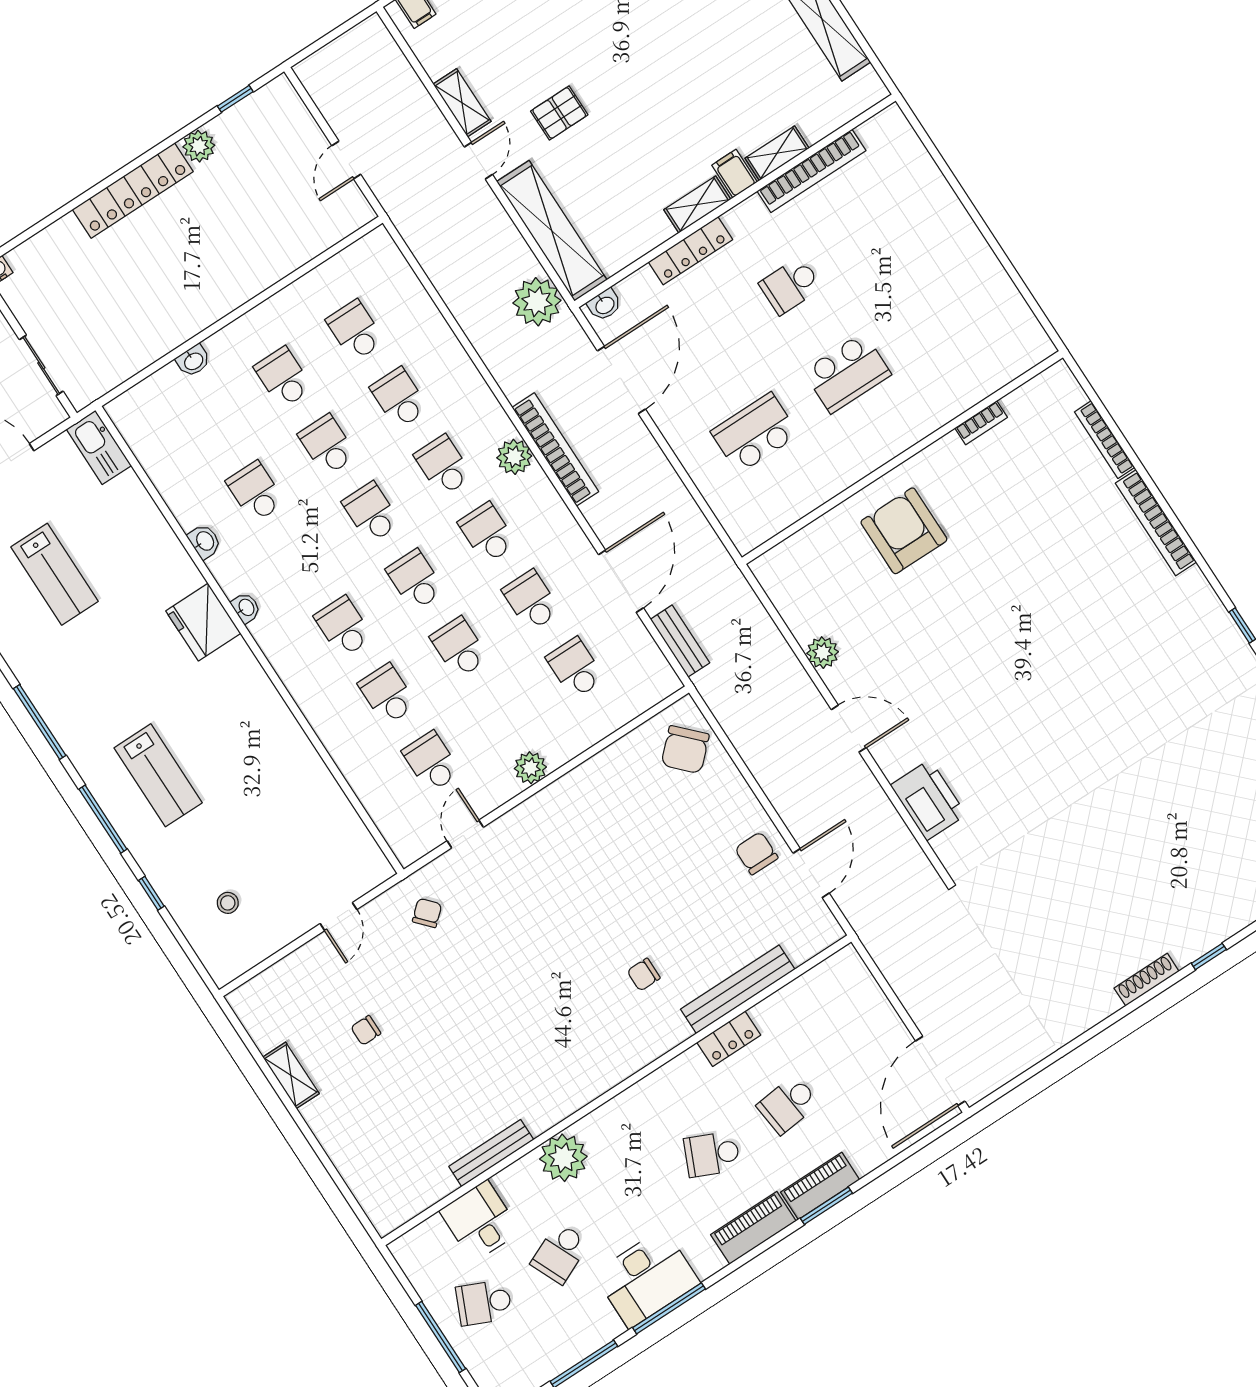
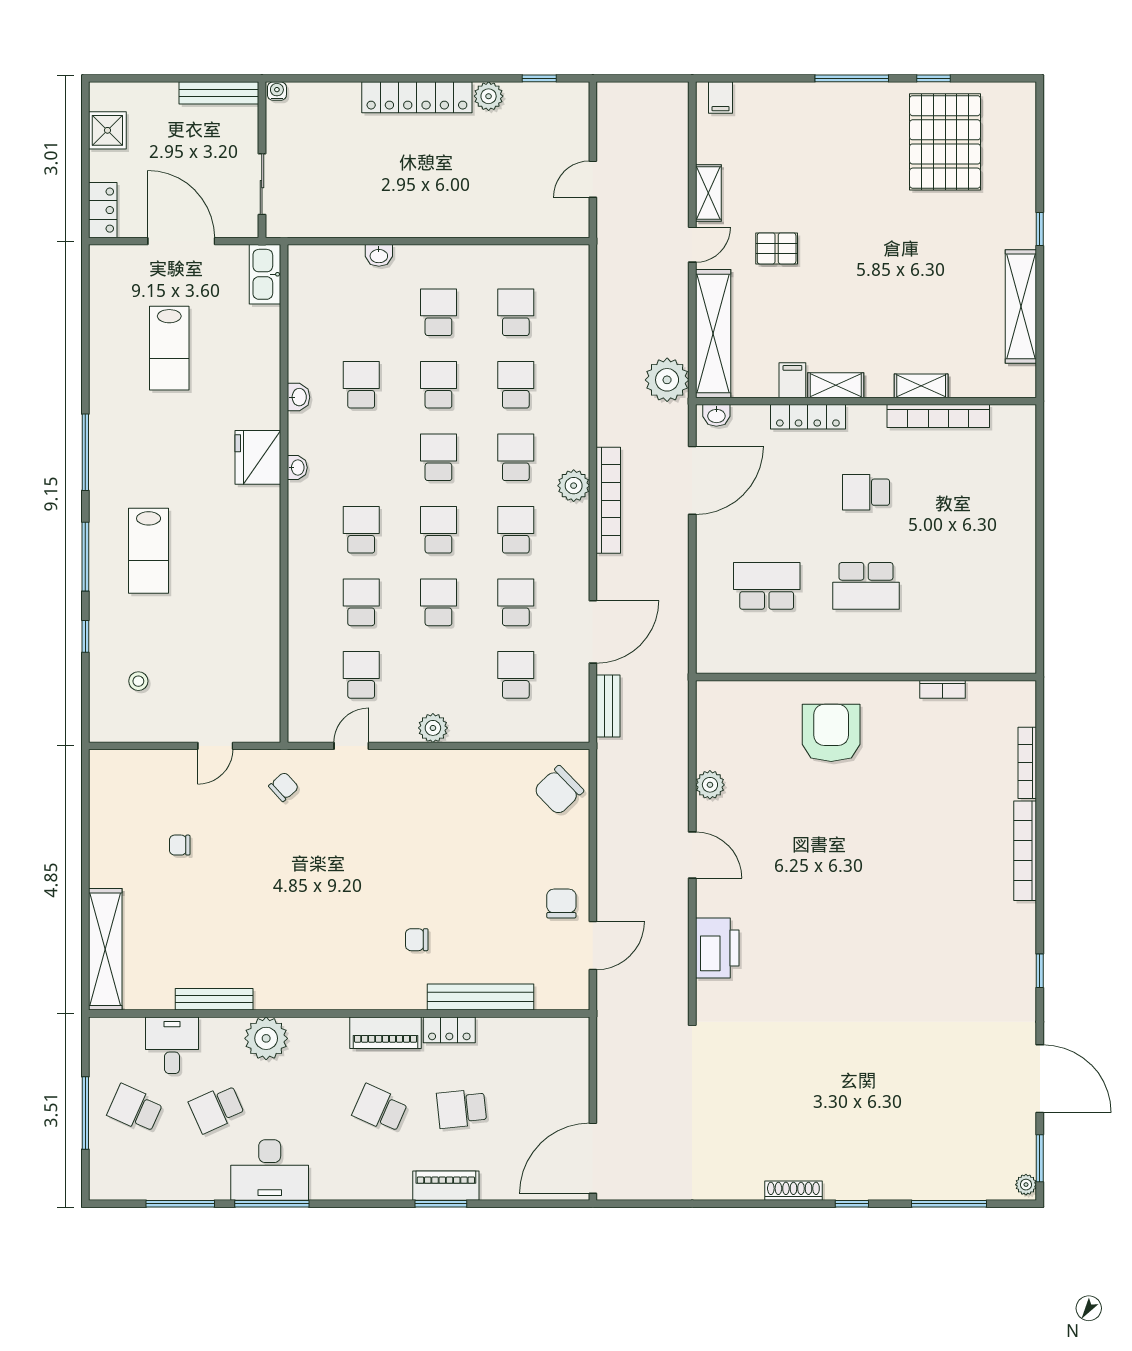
filing cabinet: (734, 174) -> (792, 380), moved
shelving: (291, 1075) -> (105, 949), moved, width x2.20, depth x1.33
piano: (753, 1228) -> (386, 1033), moved, turned 180

